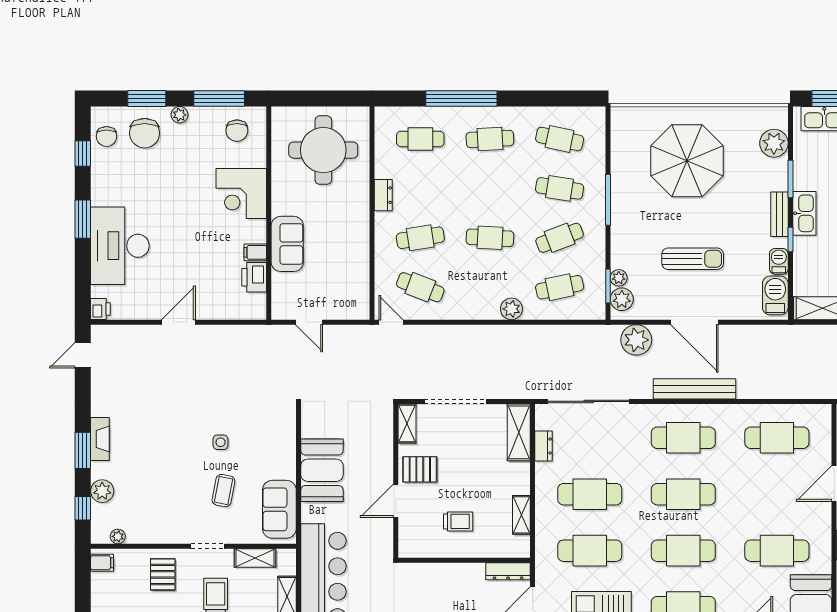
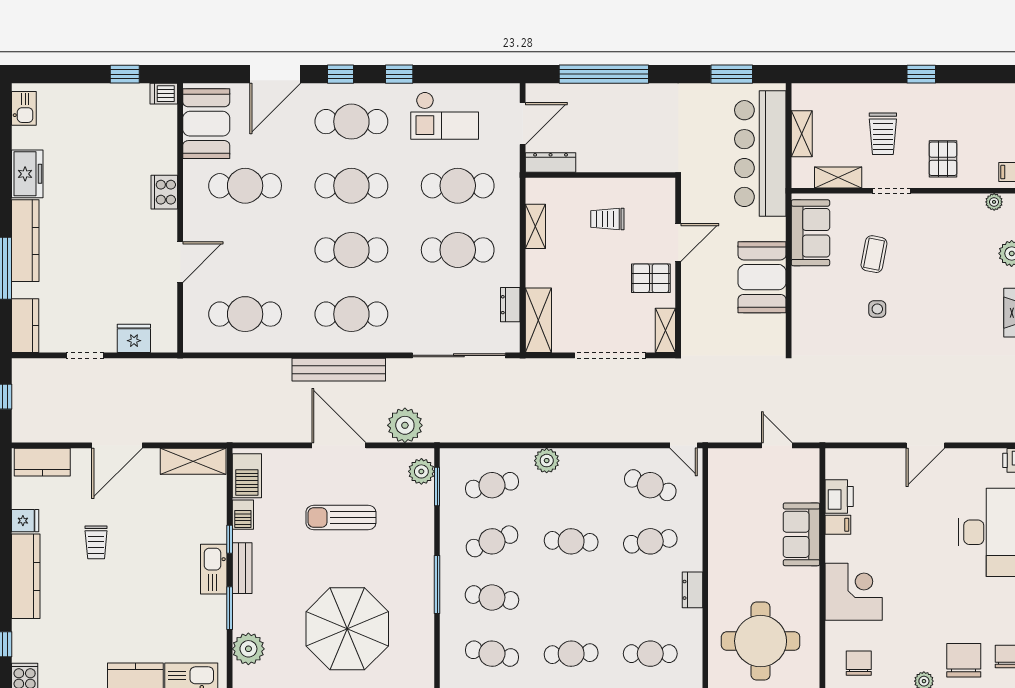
plant: (619, 278) -> (425, 496), removed

